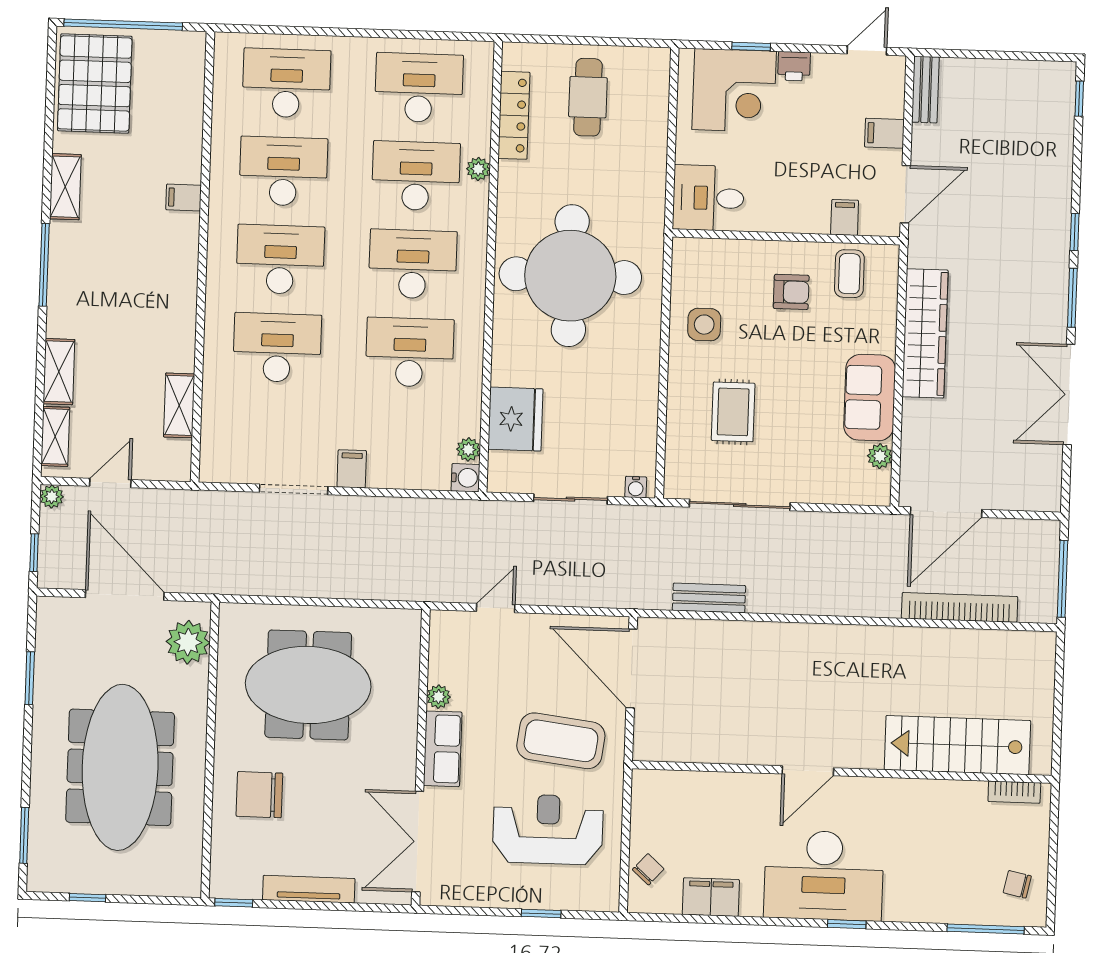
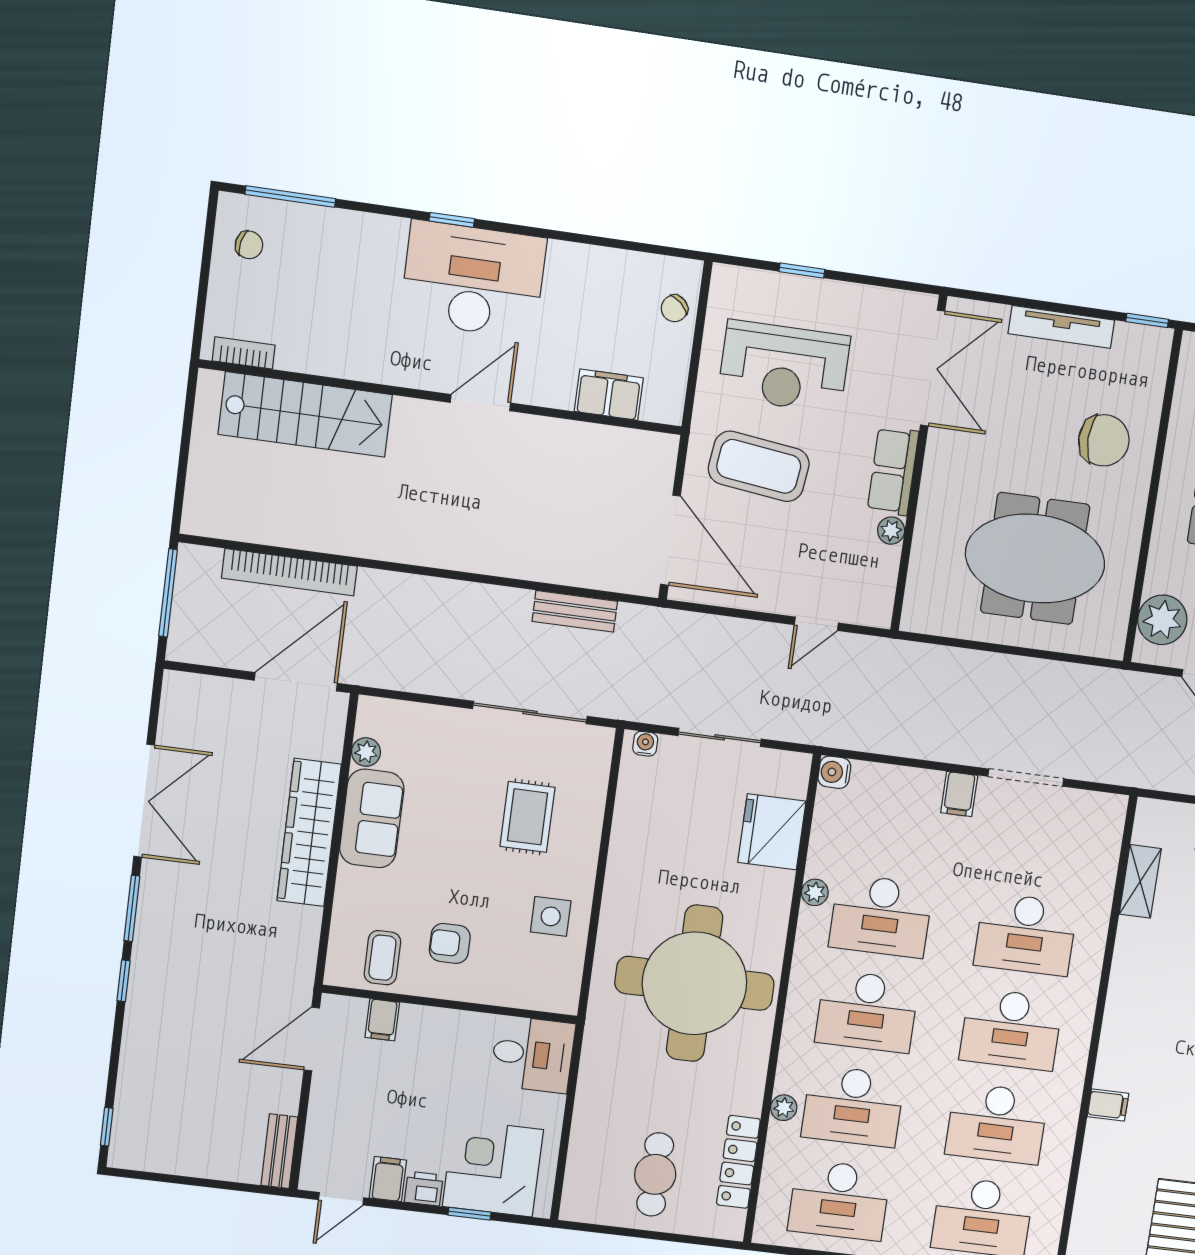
filing cabinet: (884, 133) -> (388, 1179), moved, turned -90
wardrobe: (925, 333) -> (309, 833), moved
plant: (468, 449) -> (815, 892), moved
filing cabinet: (711, 897) -> (609, 395), moved, turned 180

